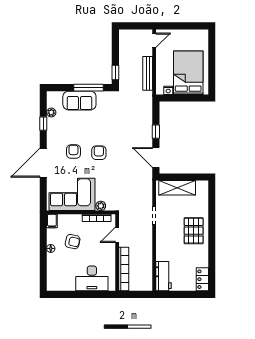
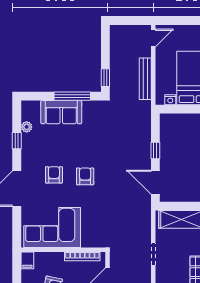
plant: (101, 206) -> (87, 242), removed

